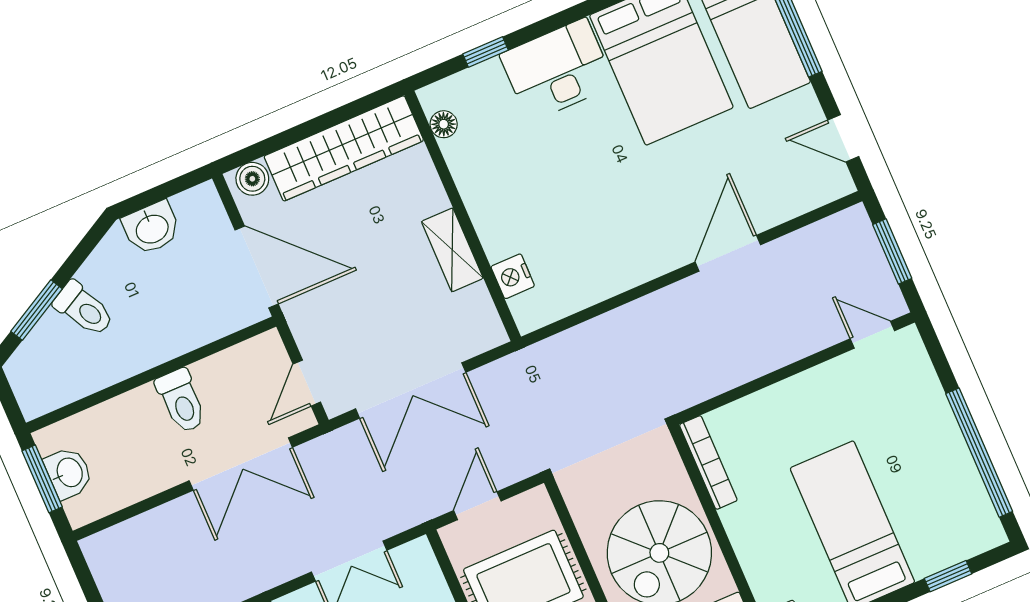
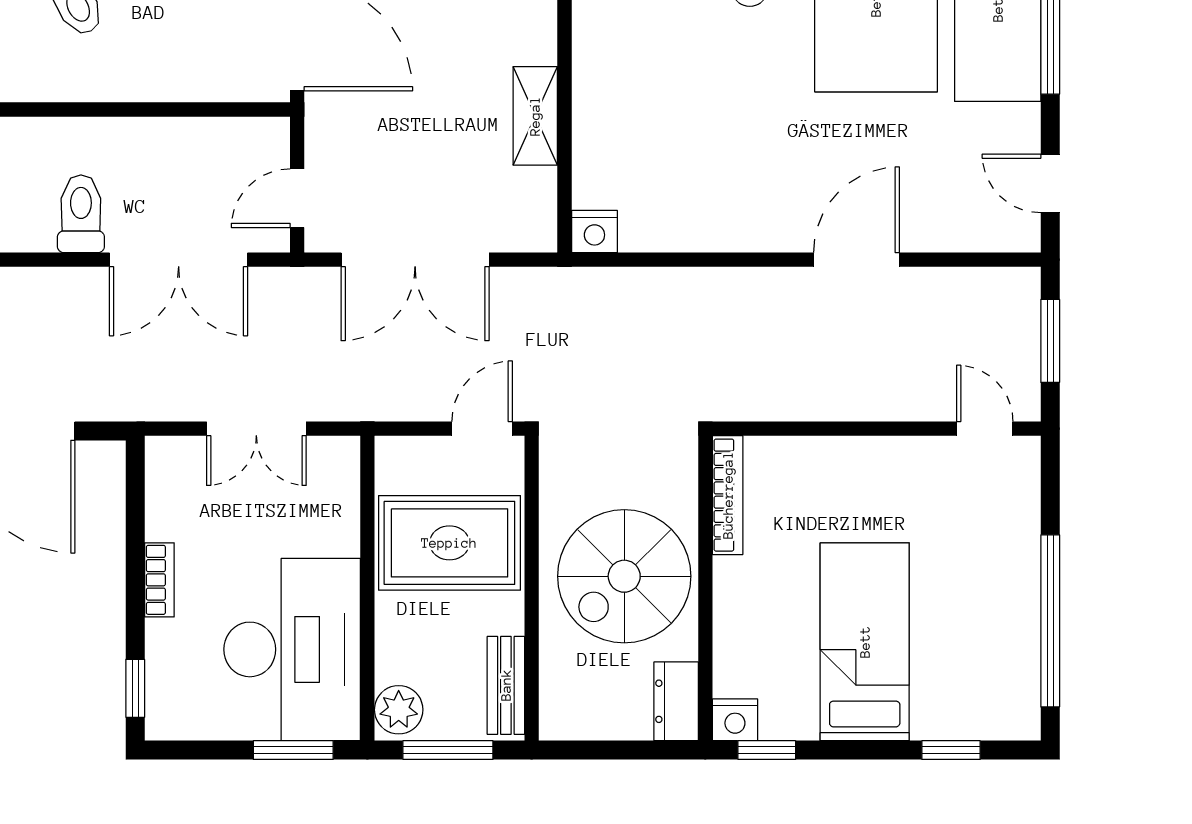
nightstand: (513, 276) -> (594, 232), moved, turned -90
toilet: (181, 401) -> (81, 214), moved, turned 180
door: (477, 506) -> (482, 429), moved

